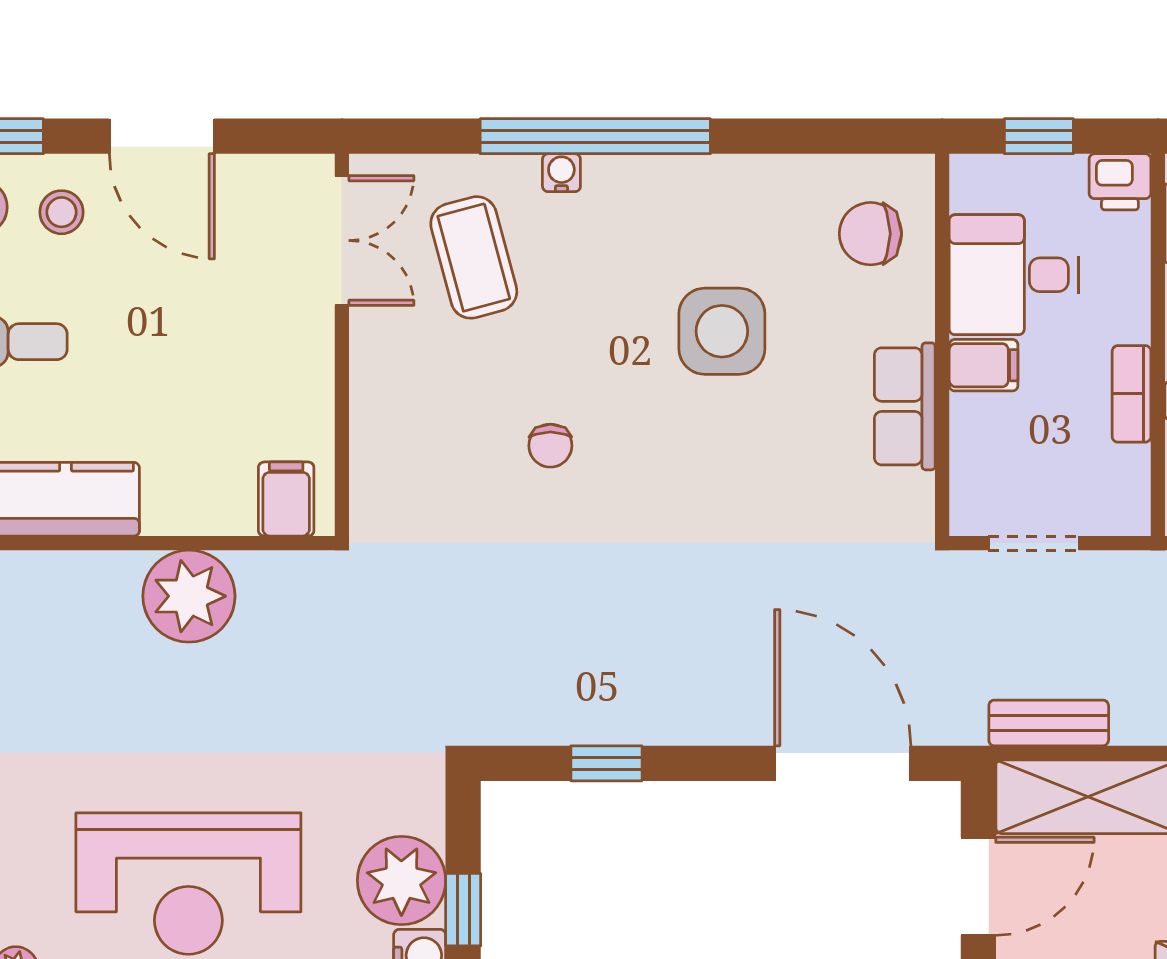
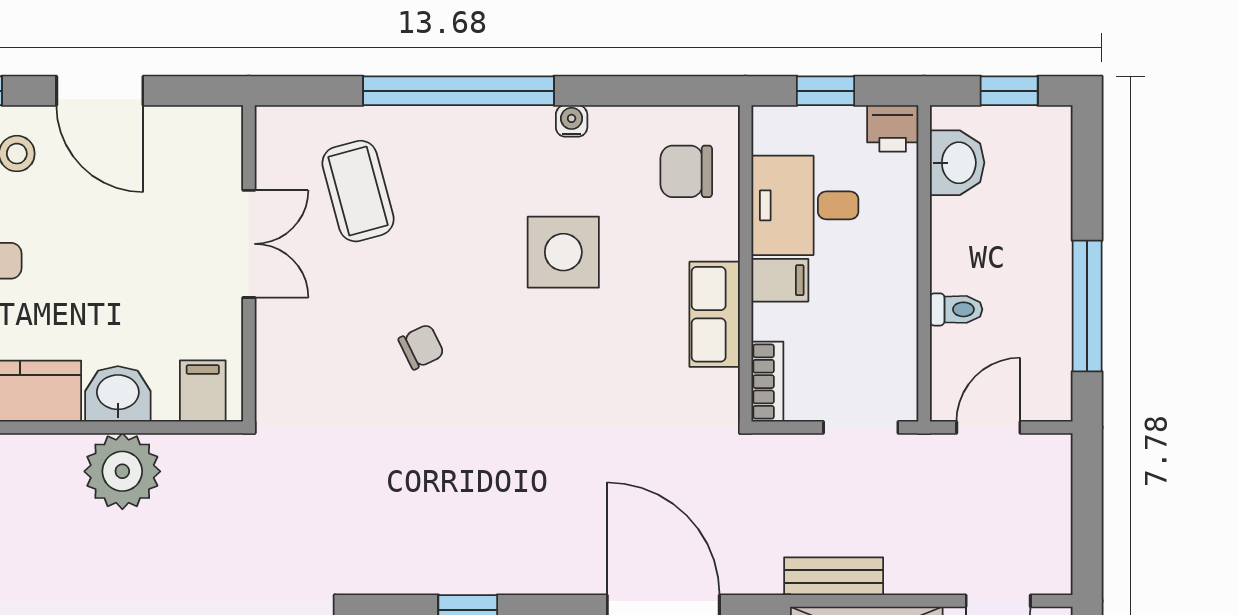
water cooler: (561, 173) -> (572, 121), moved
double door: (342, 241) -> (249, 244), moved
bookcase: (1132, 394) -> (767, 382), moved, turned 180
chair: (550, 446) -> (421, 347), turned -116
washbasin: (184, 502) -> (118, 394), added
doorway: (1034, 543) -> (861, 427), moved

